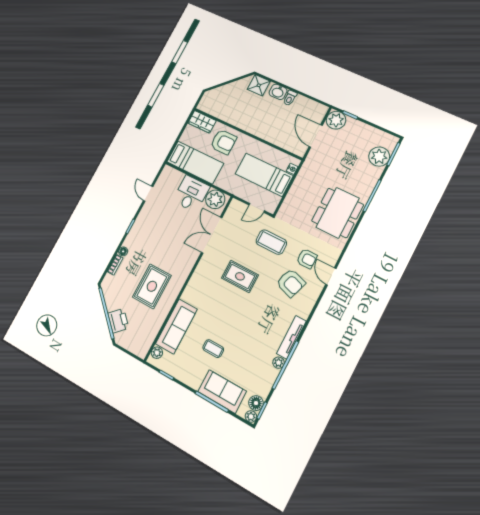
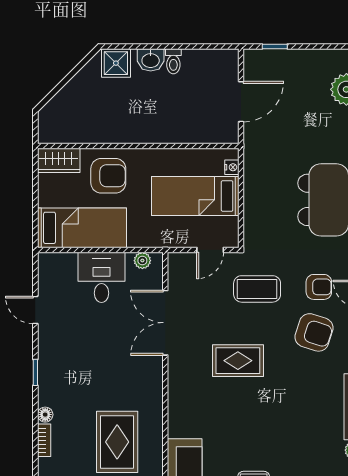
plant: (336, 120) -> (258, 64), removed
door: (316, 136) -> (241, 102), swing flipped
plant: (215, 199) -> (142, 261), width x0.53, depth x0.53

